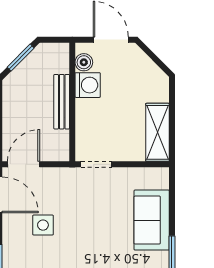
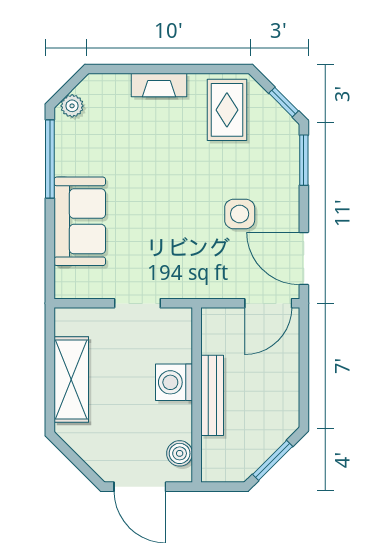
washing machine: (88, 85) -> (174, 382), moved
shelving: (157, 132) -> (71, 379), moved
doorway: (96, 164) -> (137, 303), moved

